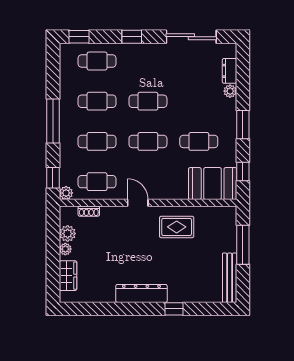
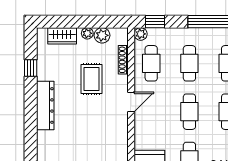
shoe rack: (89, 211) -> (123, 60), width x1.43
rug: (177, 227) -> (91, 79), moved
window: (174, 309) -> (31, 68), moved

